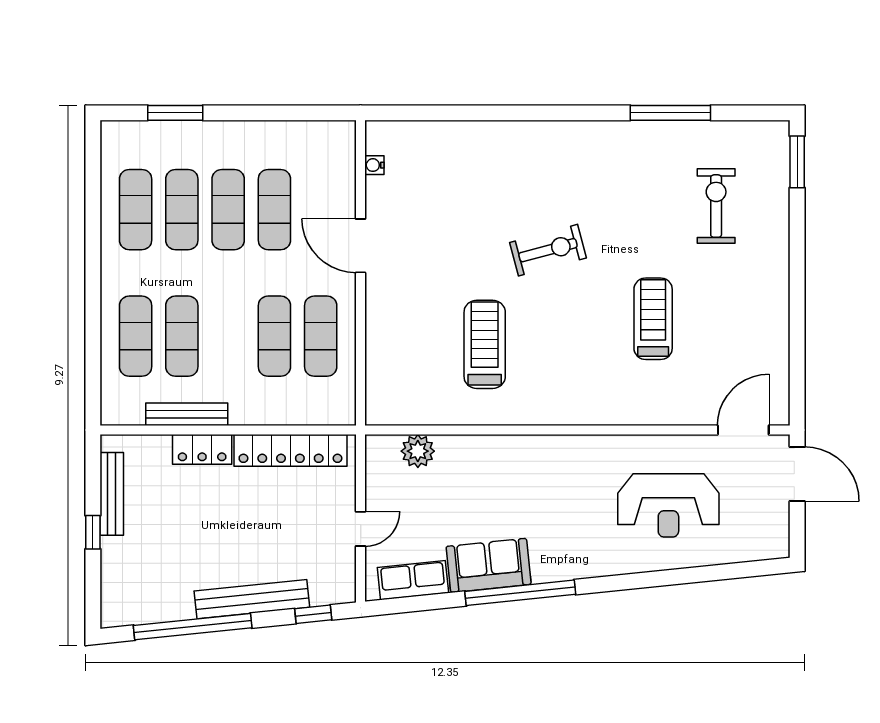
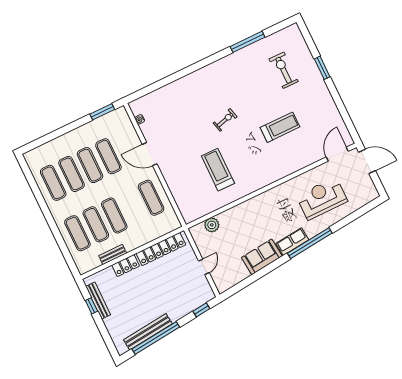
window: (175, 113) -> (102, 112), moved
window: (797, 162) -> (322, 68), moved
exercise bike: (548, 250) -> (225, 120), width x0.73, depth x0.72
treadmill: (653, 319) -> (280, 127), turned 90
exercise mat: (274, 336) -> (114, 215), moved
bench: (187, 414) -> (113, 254), width x0.73
reception desk: (668, 505) -> (322, 199), turned 180
window: (93, 532) -> (91, 306), moved
row of seats: (413, 580) -> (292, 242), moved
window: (520, 593) -> (310, 243), moved
bench: (252, 599) -> (148, 332), moved

